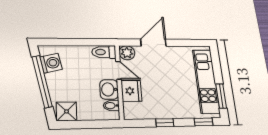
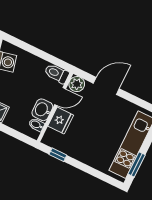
door: (119, 70) -> (60, 97), hinge flipped
window: (204, 122) -> (106, 178), removed
window: (165, 123) -> (58, 155), moved

